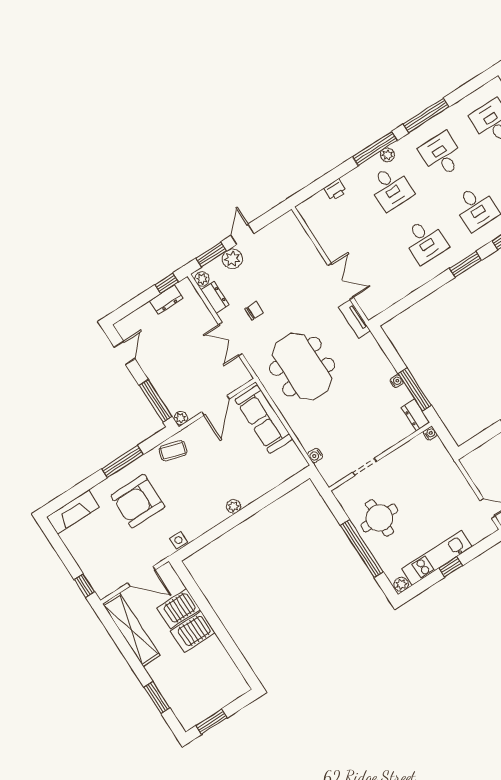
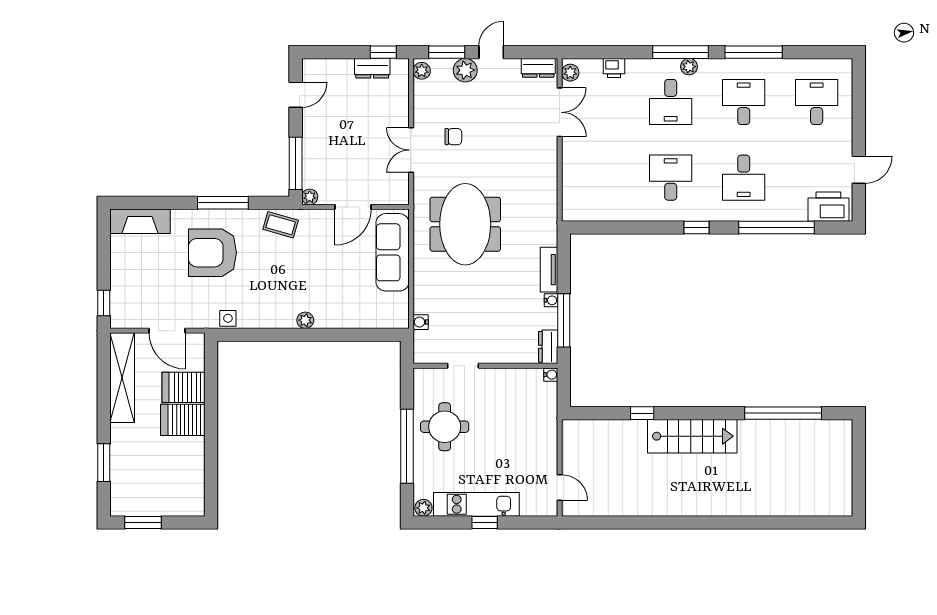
plant: (307, 213) -> (570, 73), added
desk: (425, 241) -> (671, 178), turned 180
window: (466, 264) -> (697, 227), width x0.67
double door: (341, 281) -> (560, 112), moved
dresser: (215, 297) -> (538, 68), moved, turned 90
tv unit: (354, 319) -> (549, 270), moved

